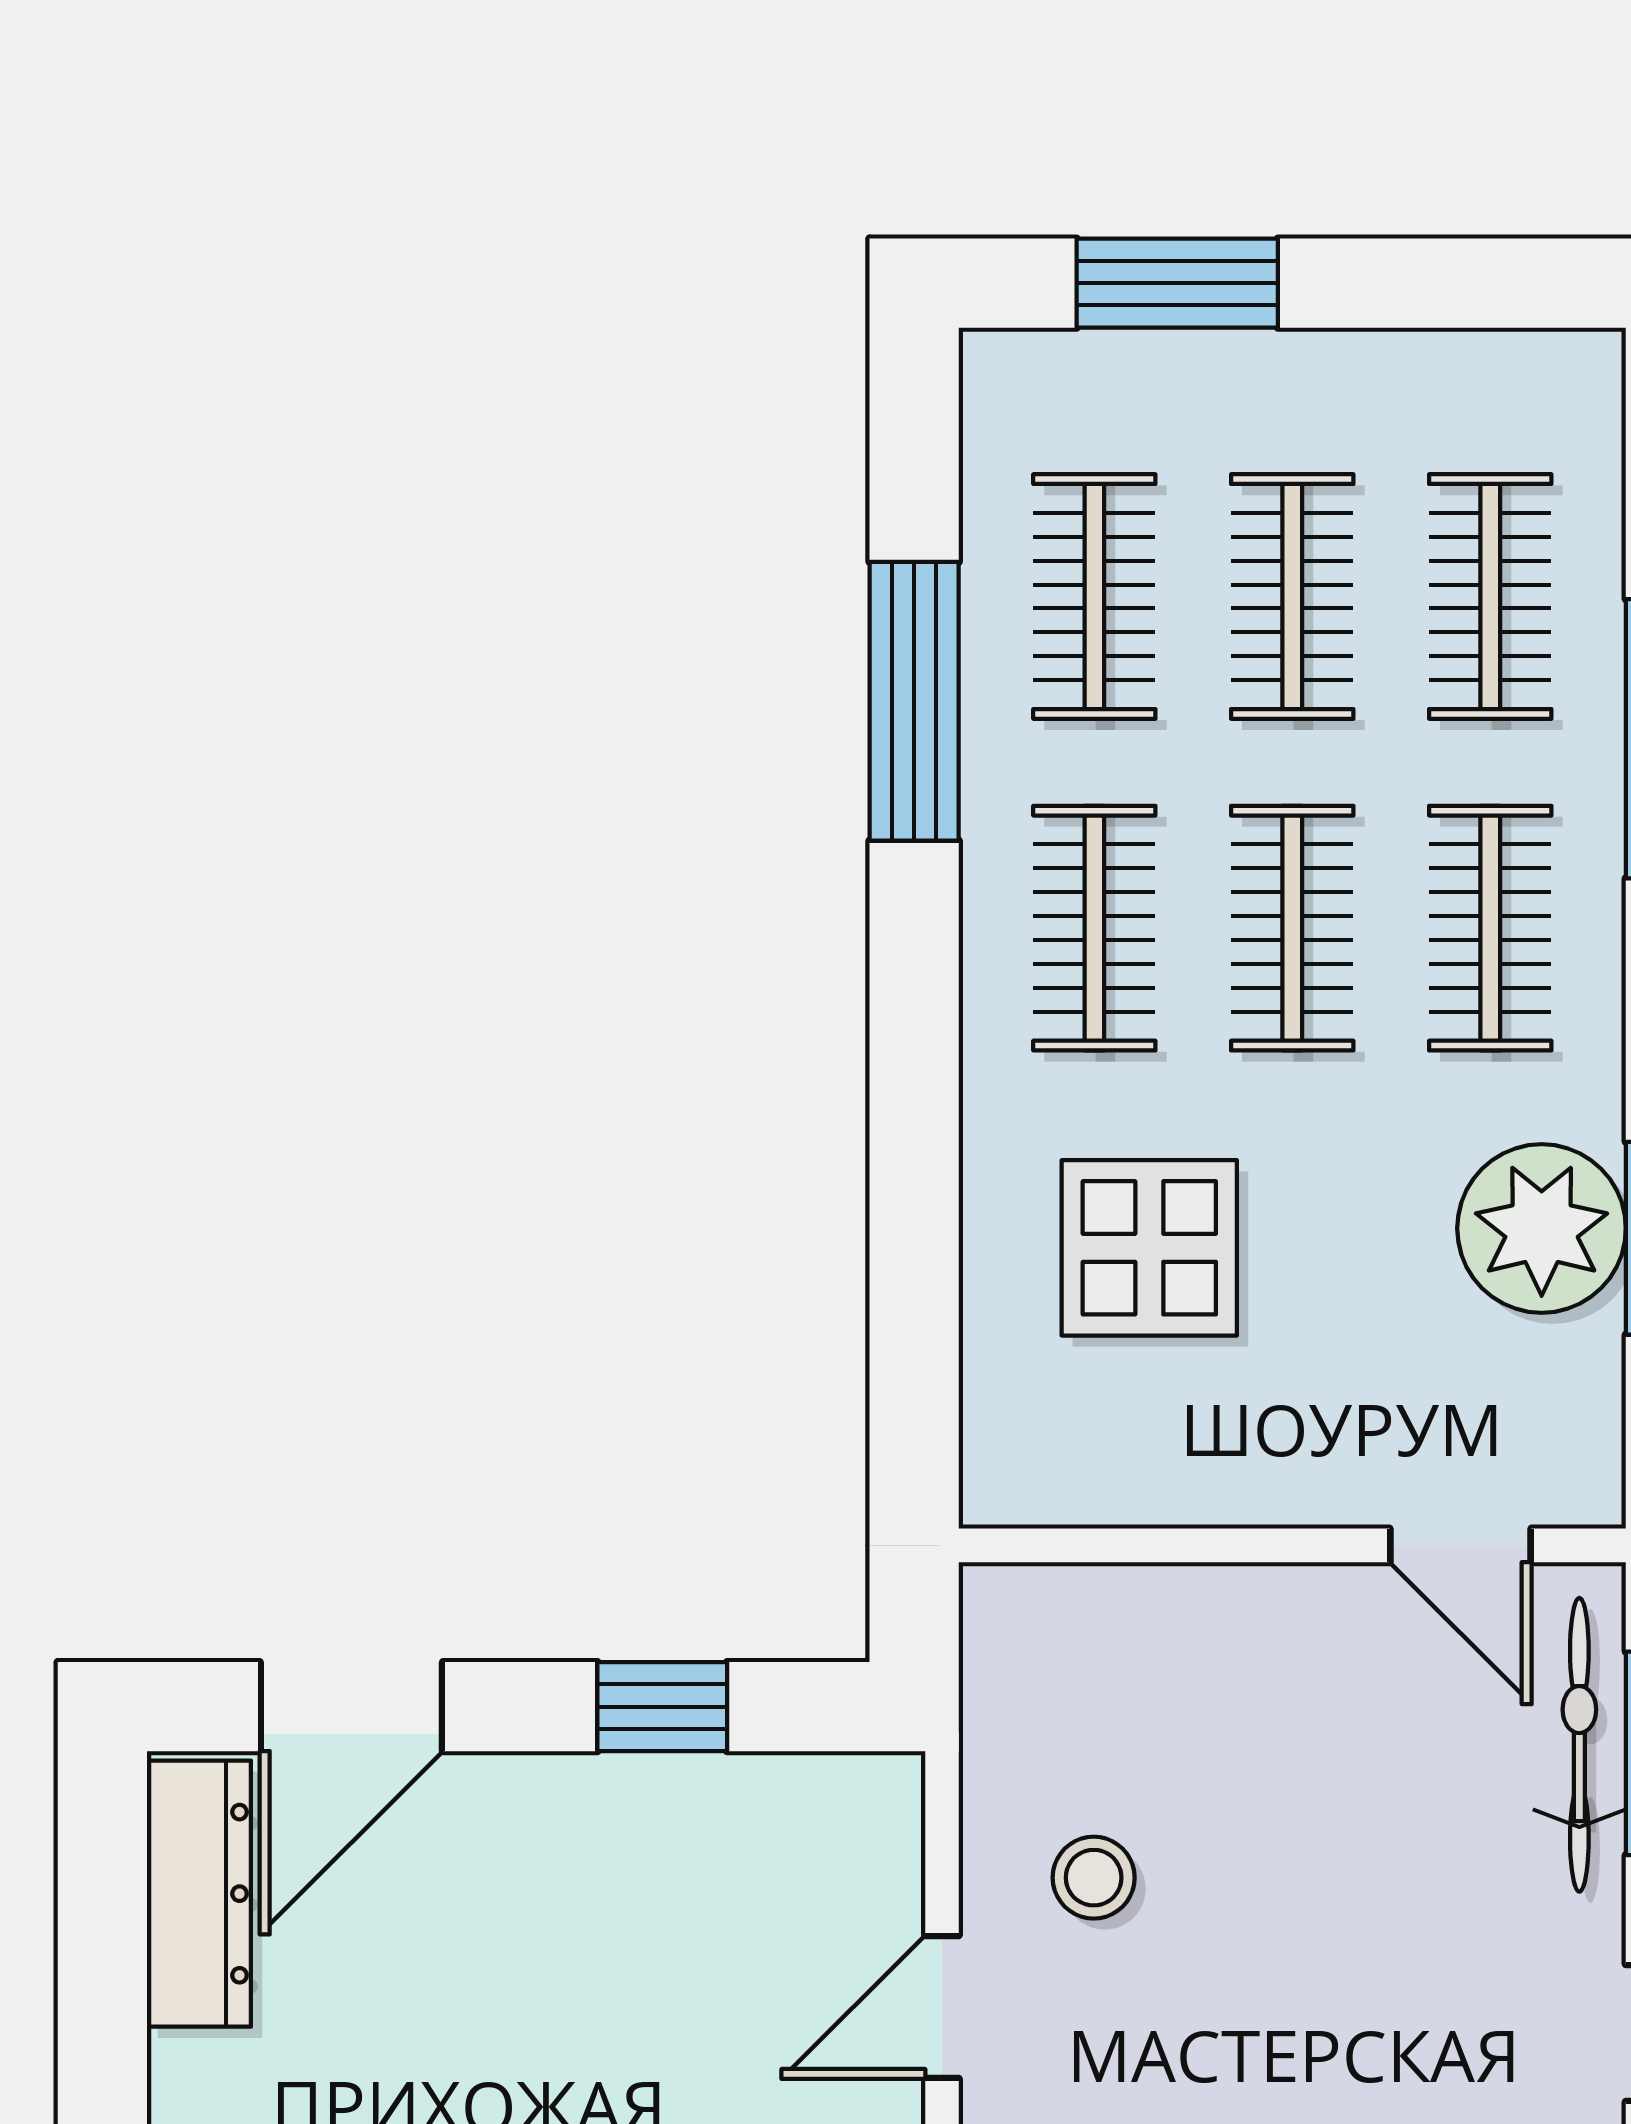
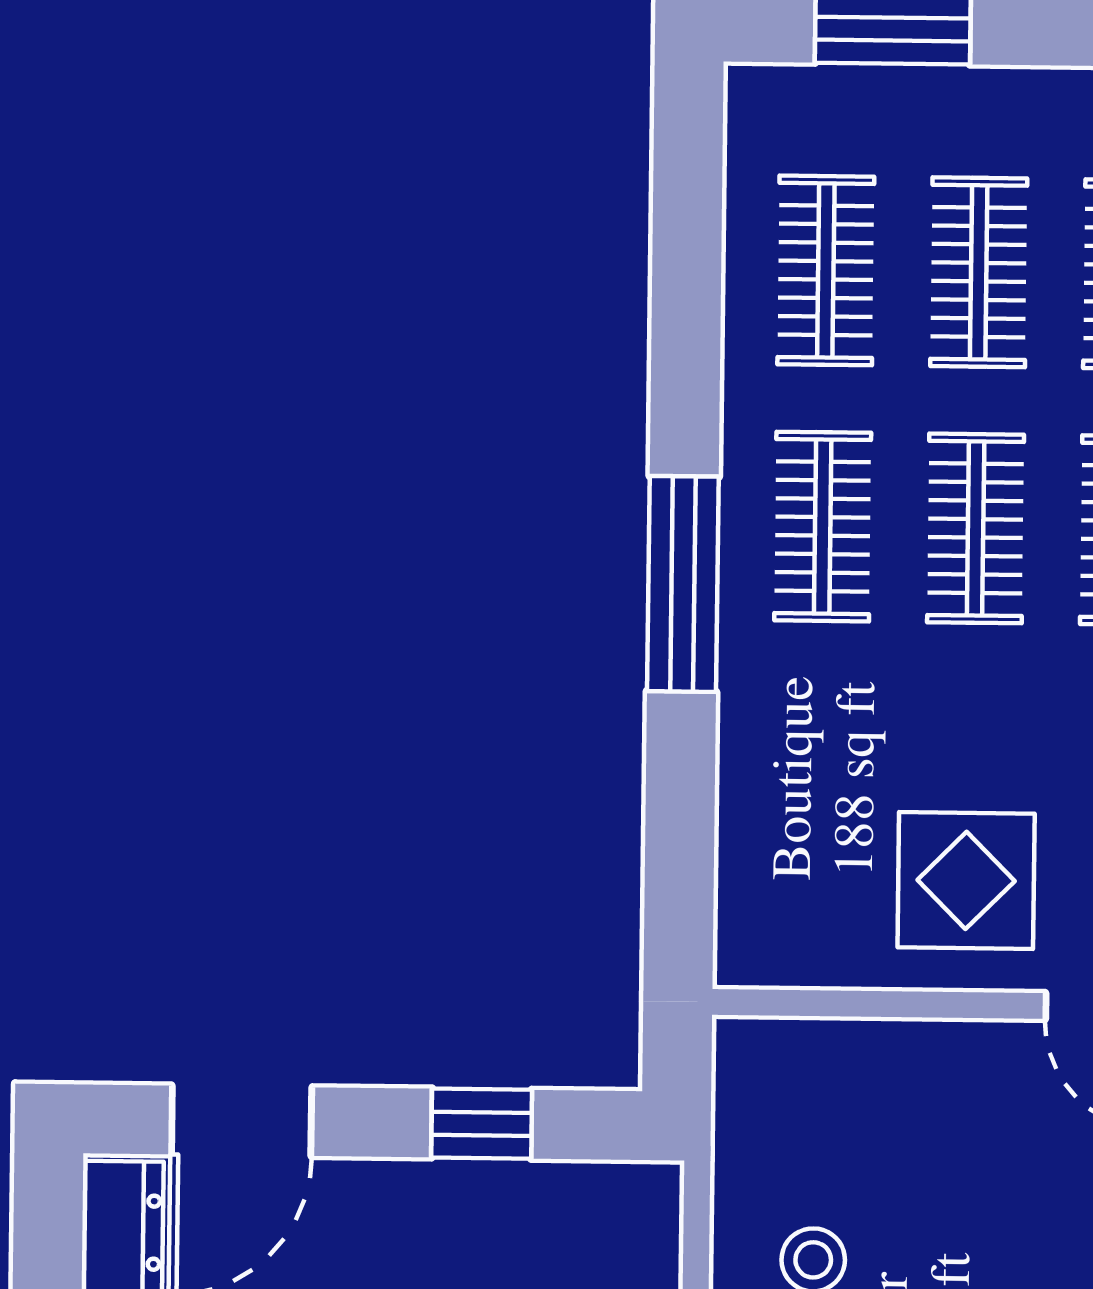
window: (914, 701) -> (683, 584), moved
display table: (1149, 1248) -> (966, 880), moved

